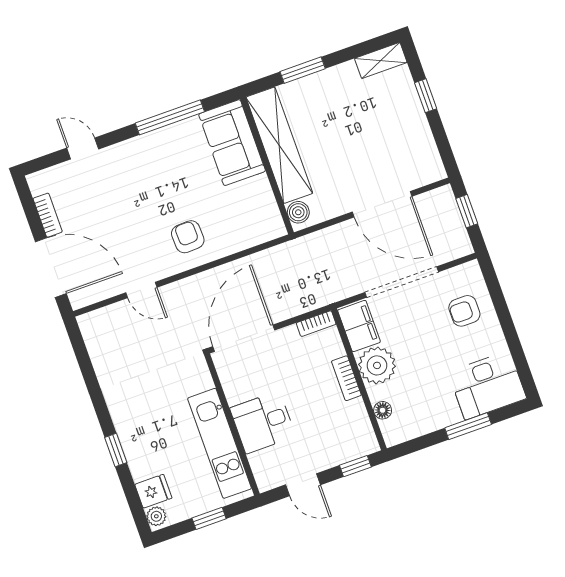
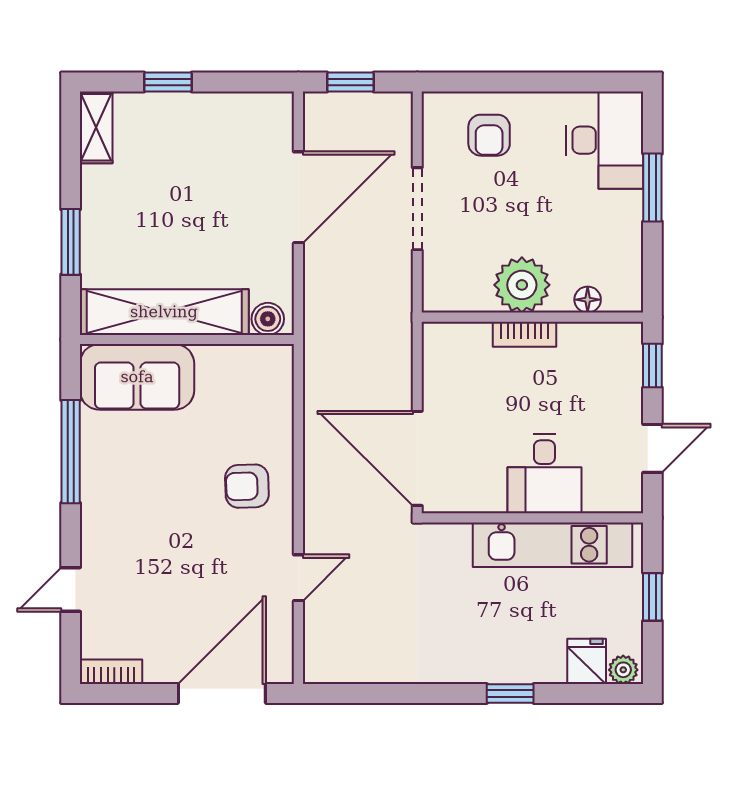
bookcase: (48, 215) -> (111, 672), moved
doorway: (402, 282) -> (417, 209), width x0.73
bookcase: (316, 324) -> (433, 349), removed
filing cabinet: (359, 326) -> (458, 290), removed

